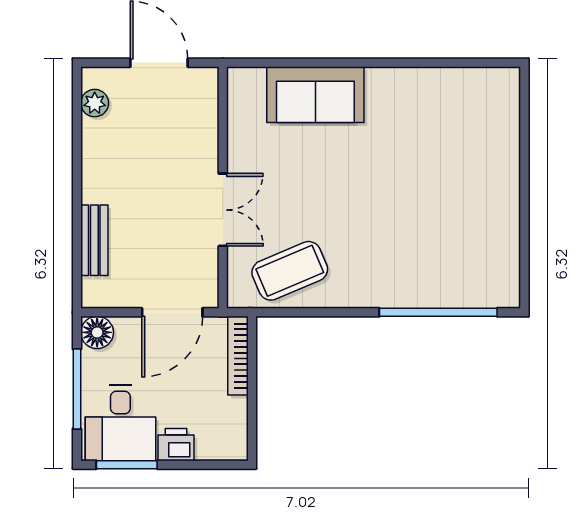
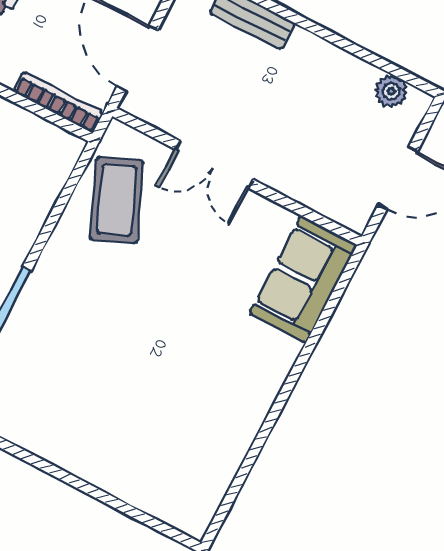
sofa: (315, 95) -> (303, 279), moved

